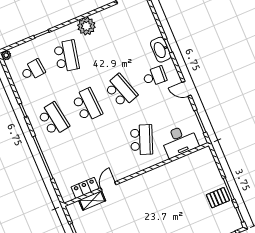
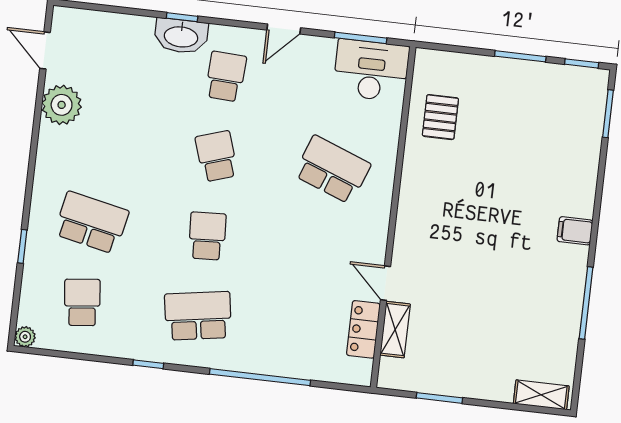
plant: (86, 26) -> (62, 105), moved
school desk: (121, 91) -> (216, 156), width x0.54
school desk: (87, 105) -> (207, 236), width x0.54
desk: (179, 141) -> (371, 70), moved, turned -90
pallet: (218, 198) -> (440, 117), moved

